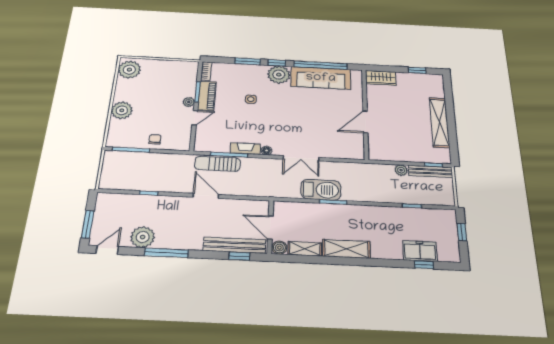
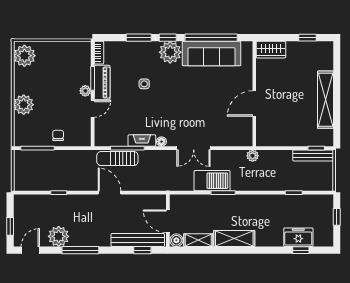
plant: (401, 170) -> (253, 156), moved
window: (88, 224) -> (10, 226), width x0.67

